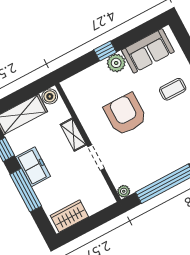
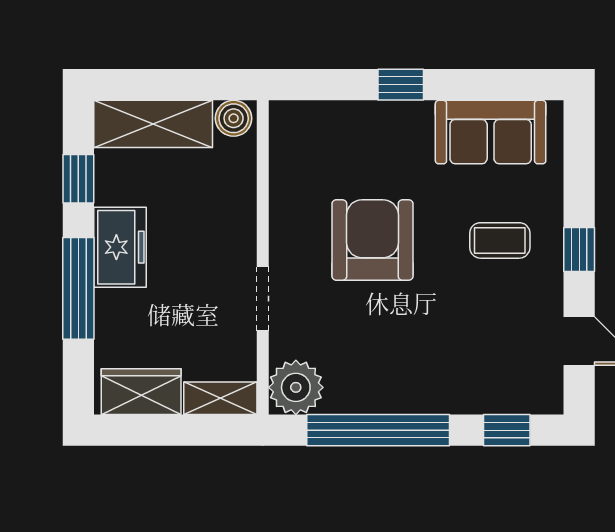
plant: (116, 63) -> (410, 122), removed
shelving: (73, 135) -> (220, 398), moved, turned 90
plant: (124, 191) -> (296, 387), width x1.88, depth x1.88

